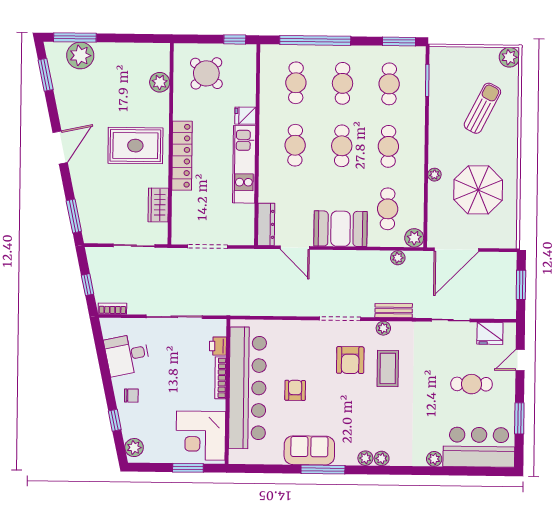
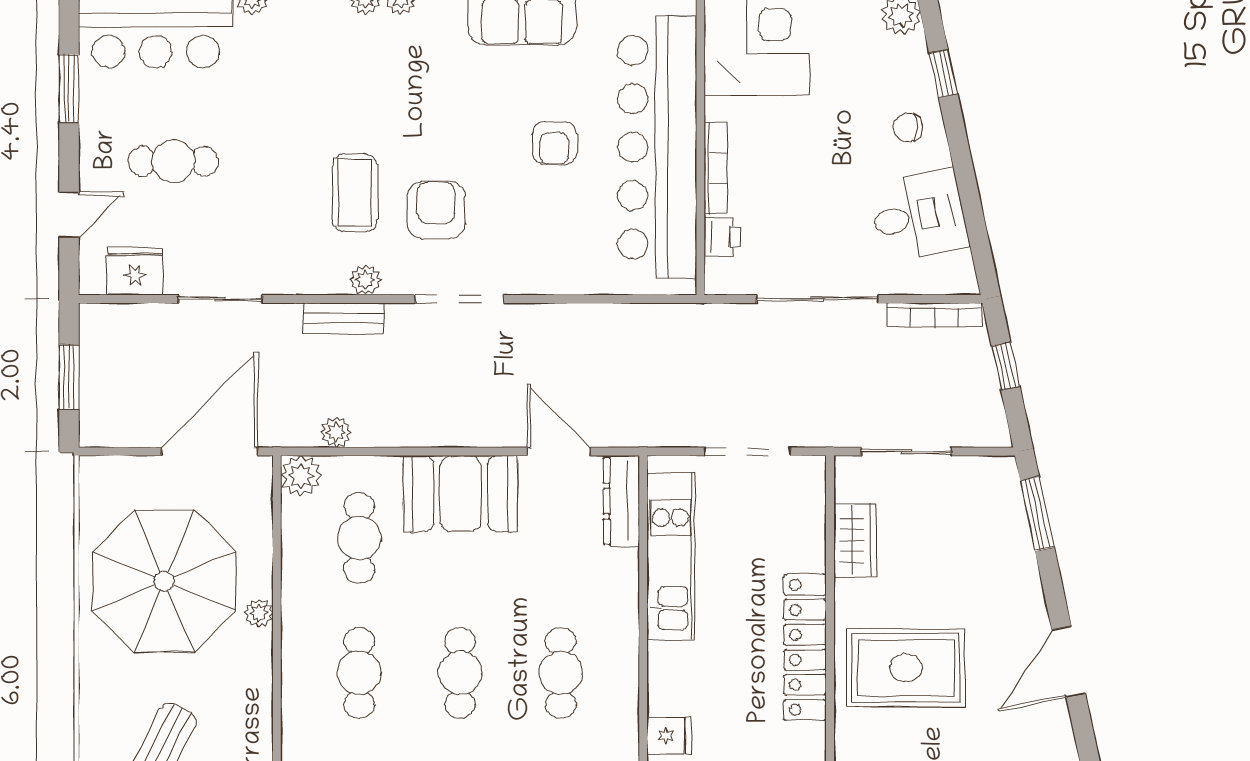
kitchen unit: (244, 164) -> (671, 556), moved
parasol: (478, 190) -> (164, 581), width x1.36, depth x1.36
bookcase: (112, 309) -> (934, 315), width x1.56

